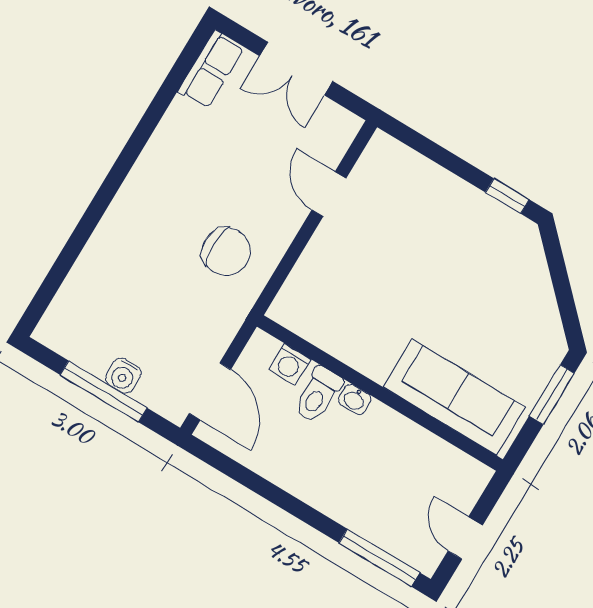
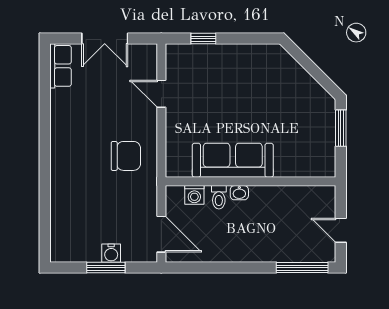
window: (507, 196) -> (203, 39), moved
window: (104, 391) -> (106, 268), width x0.69
toilet: (318, 395) -> (219, 197), width x0.73, depth x0.72
sofa: (454, 397) -> (233, 160), moved

